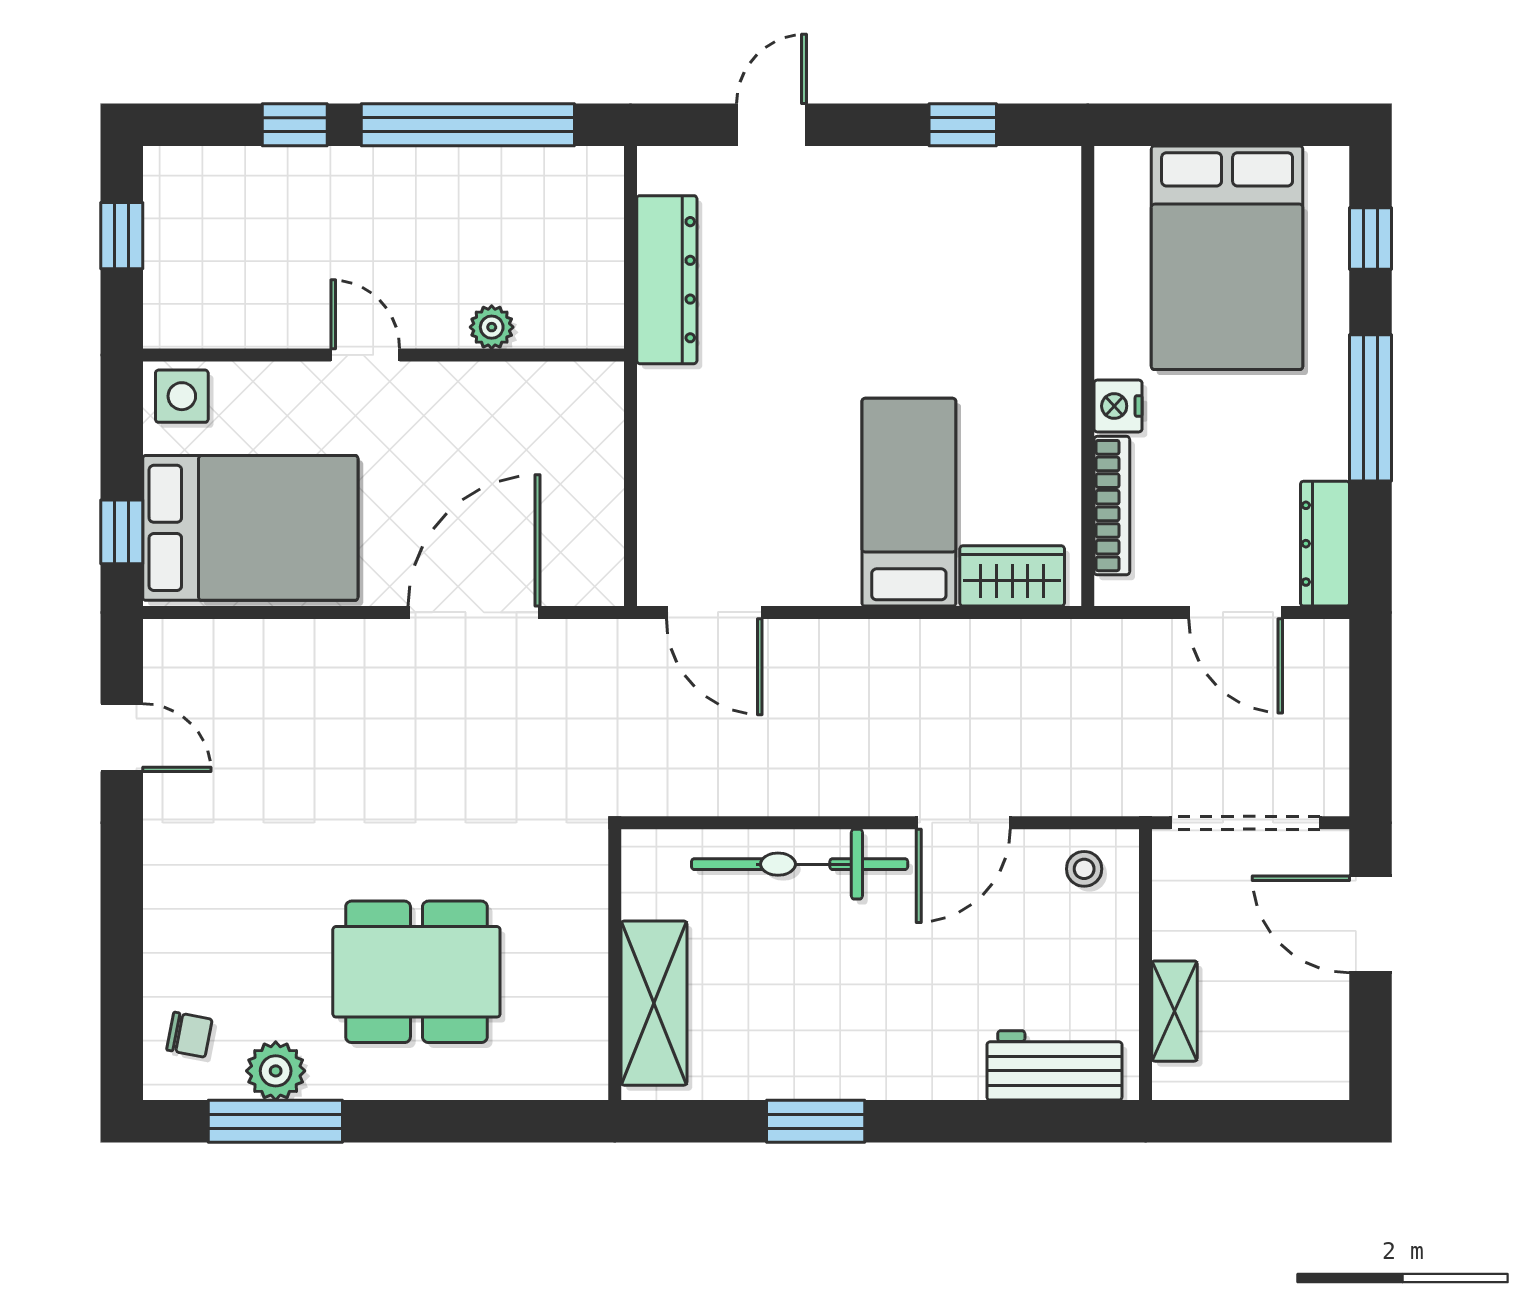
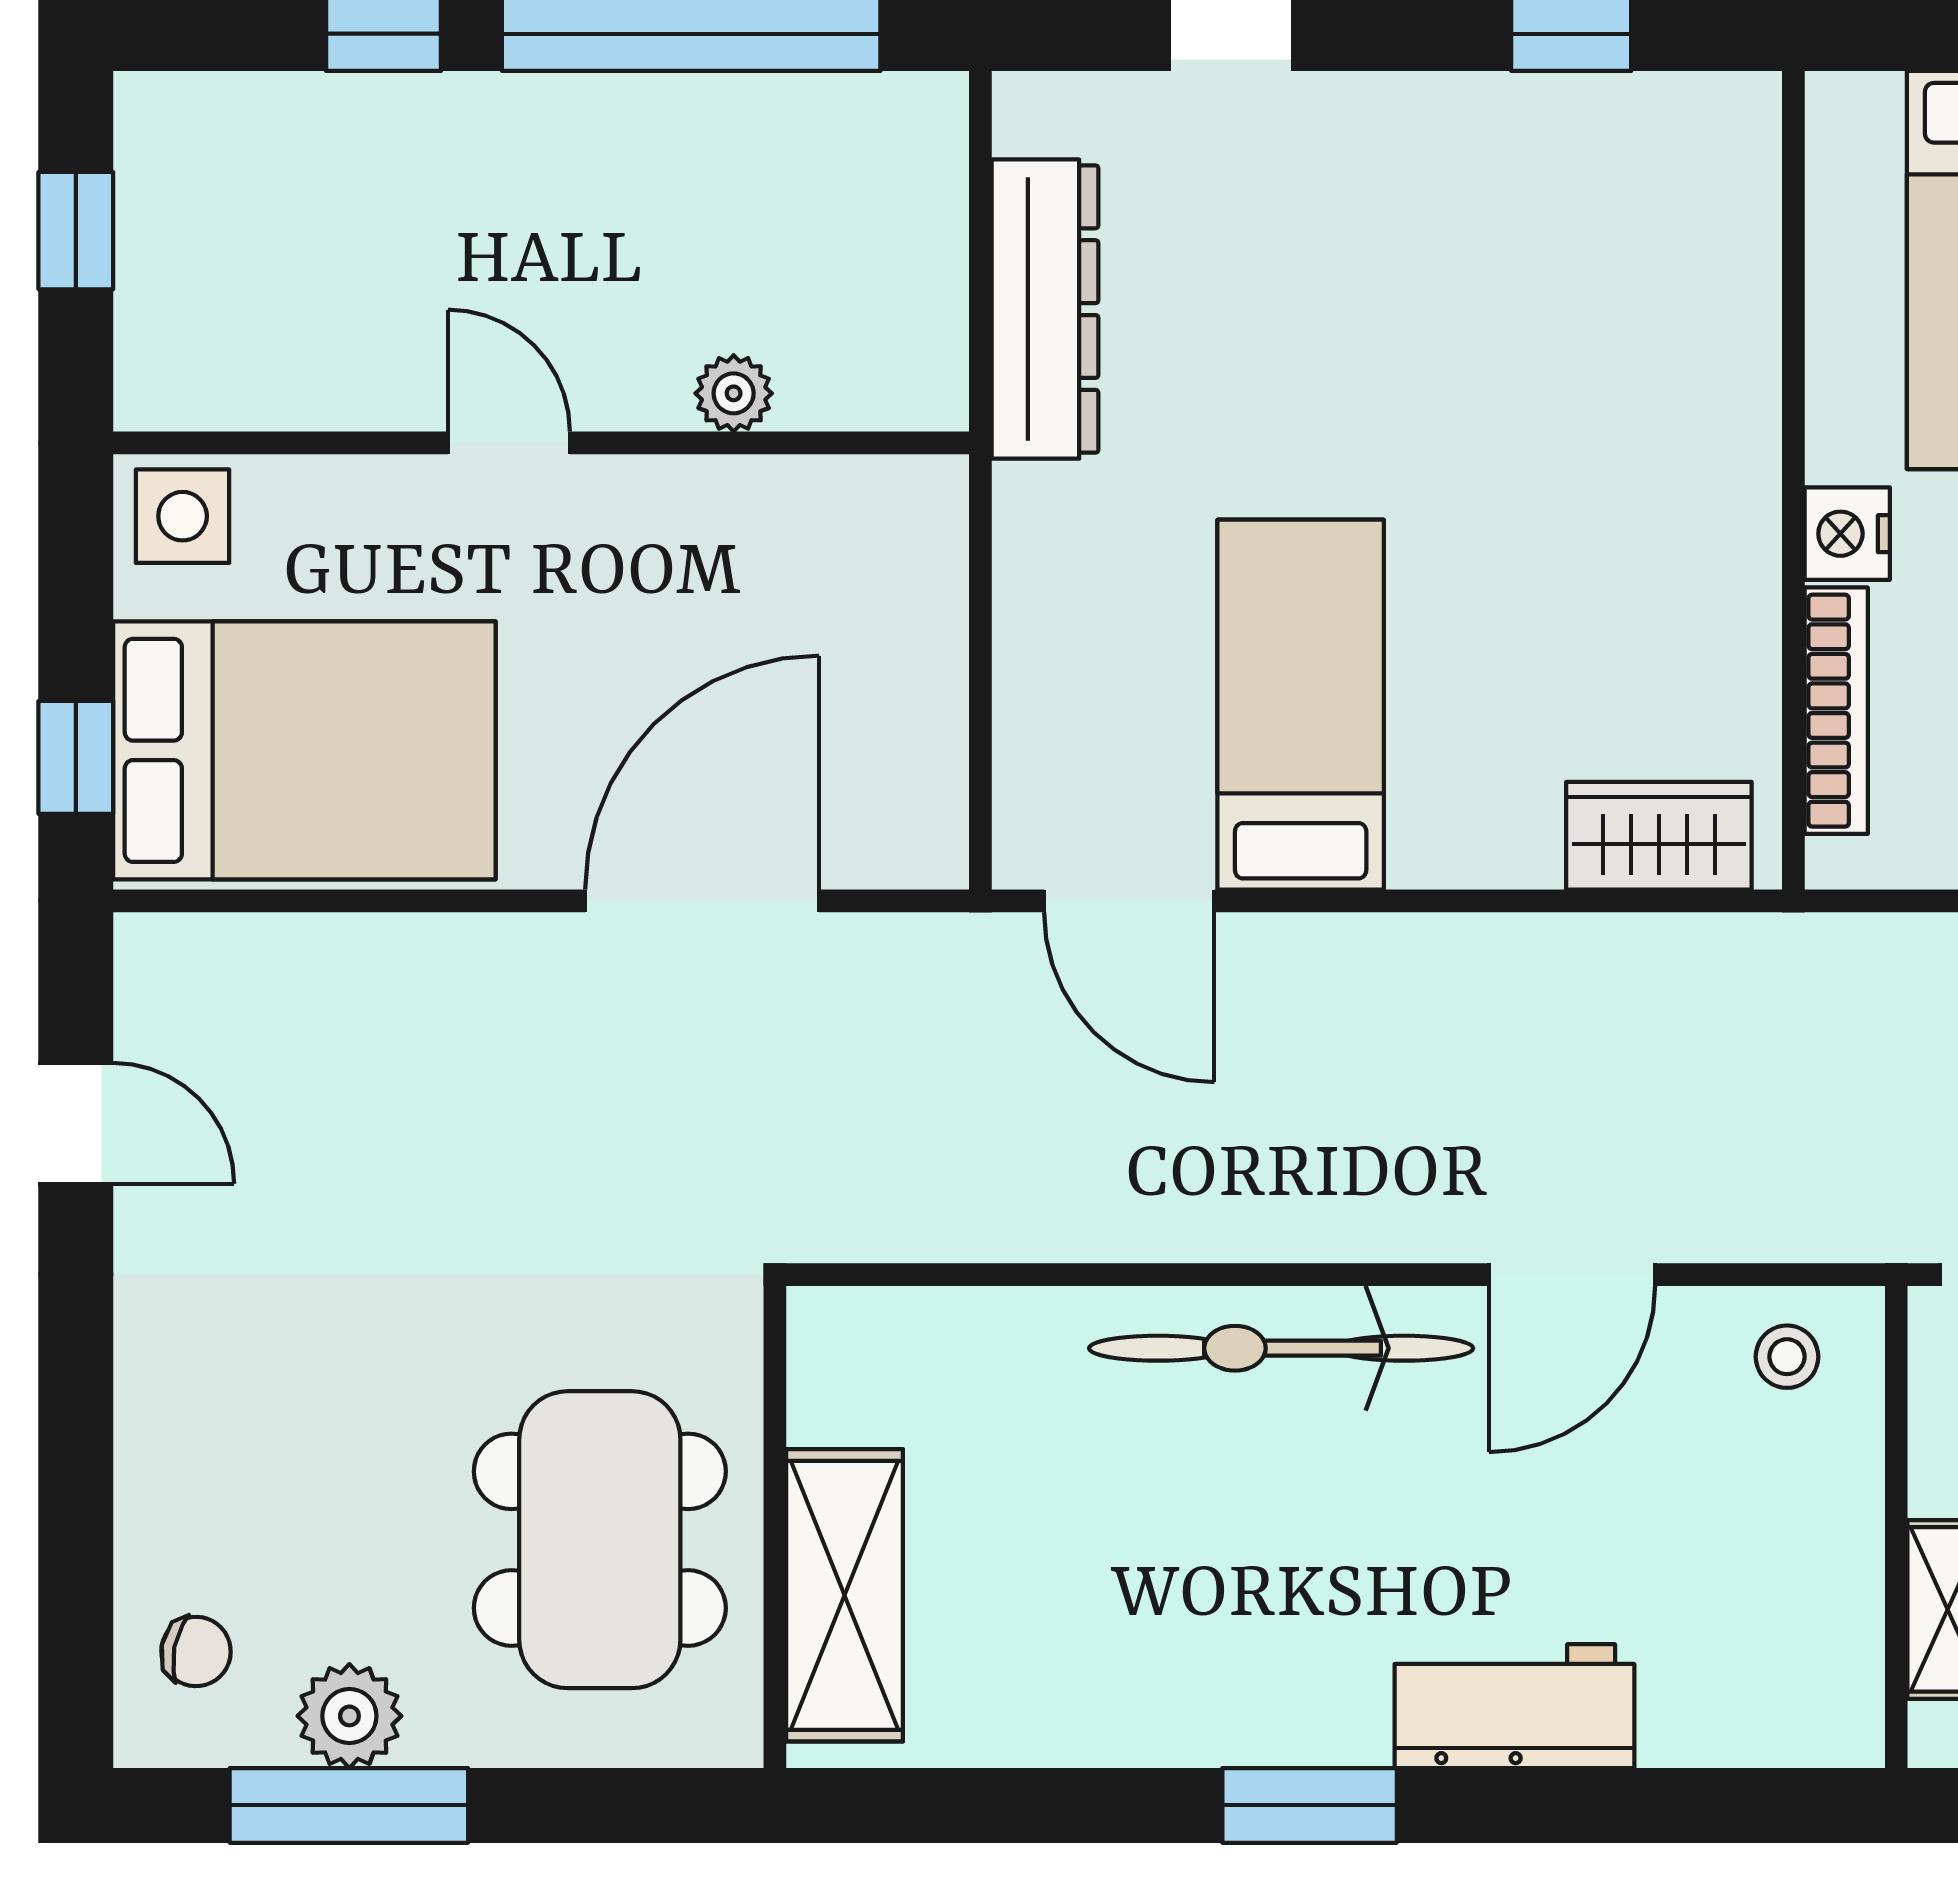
bed: (909, 502) -> (1301, 705), moved
wall: (615, 965) -> (775, 1527), moved
dining table: (416, 972) -> (600, 1540), turned 90
shelving: (654, 1003) -> (844, 1595), moved
workbench: (1054, 1065) -> (1514, 1706), moved

